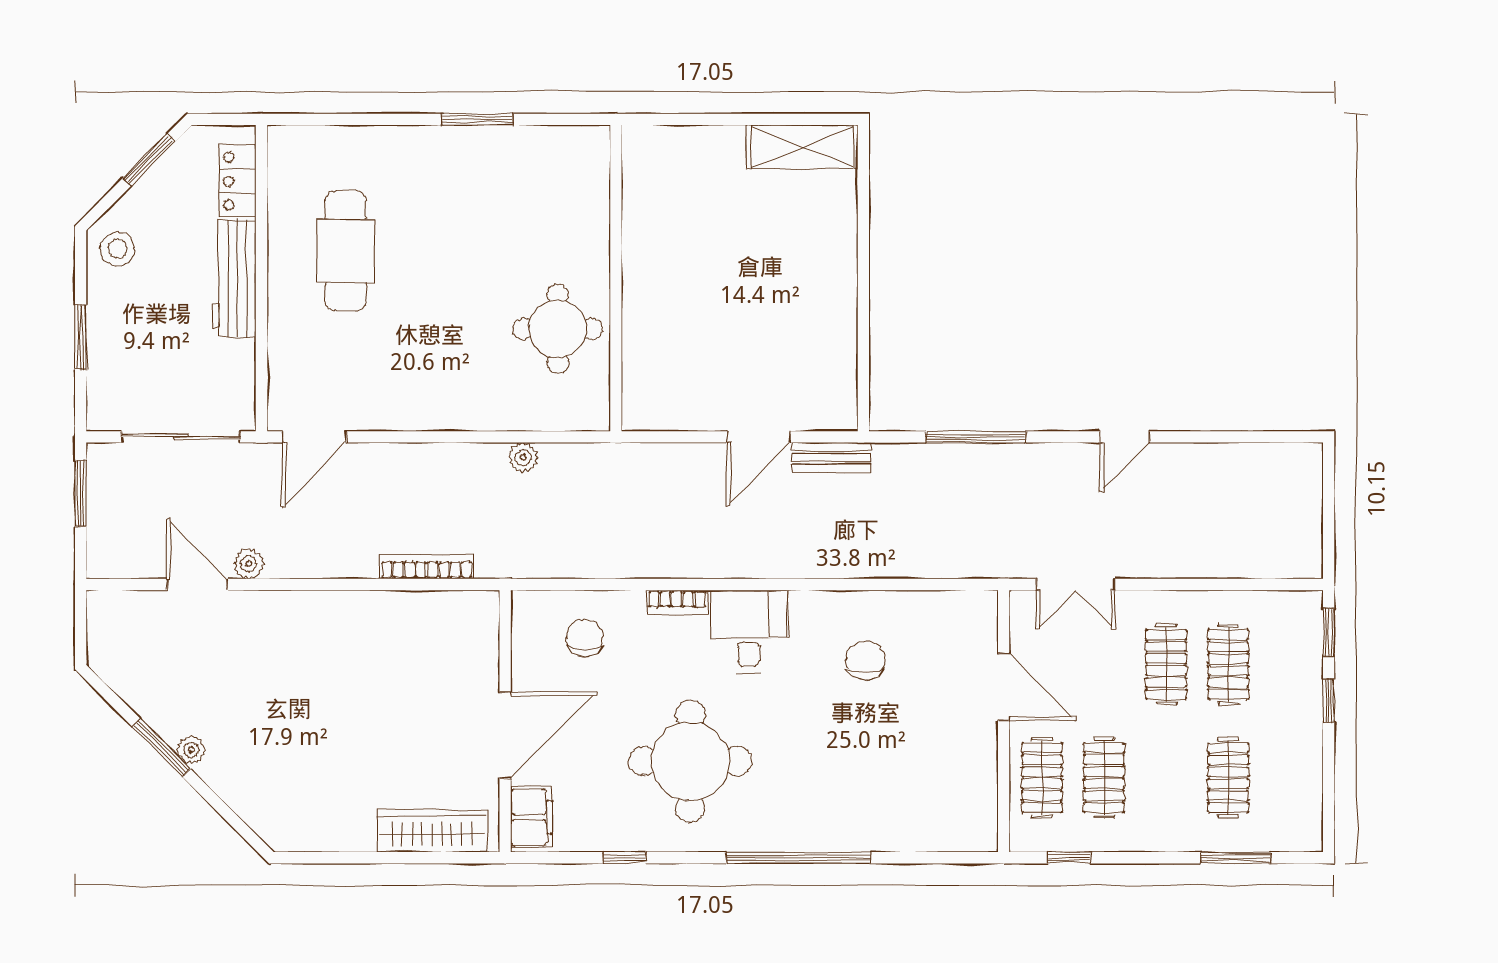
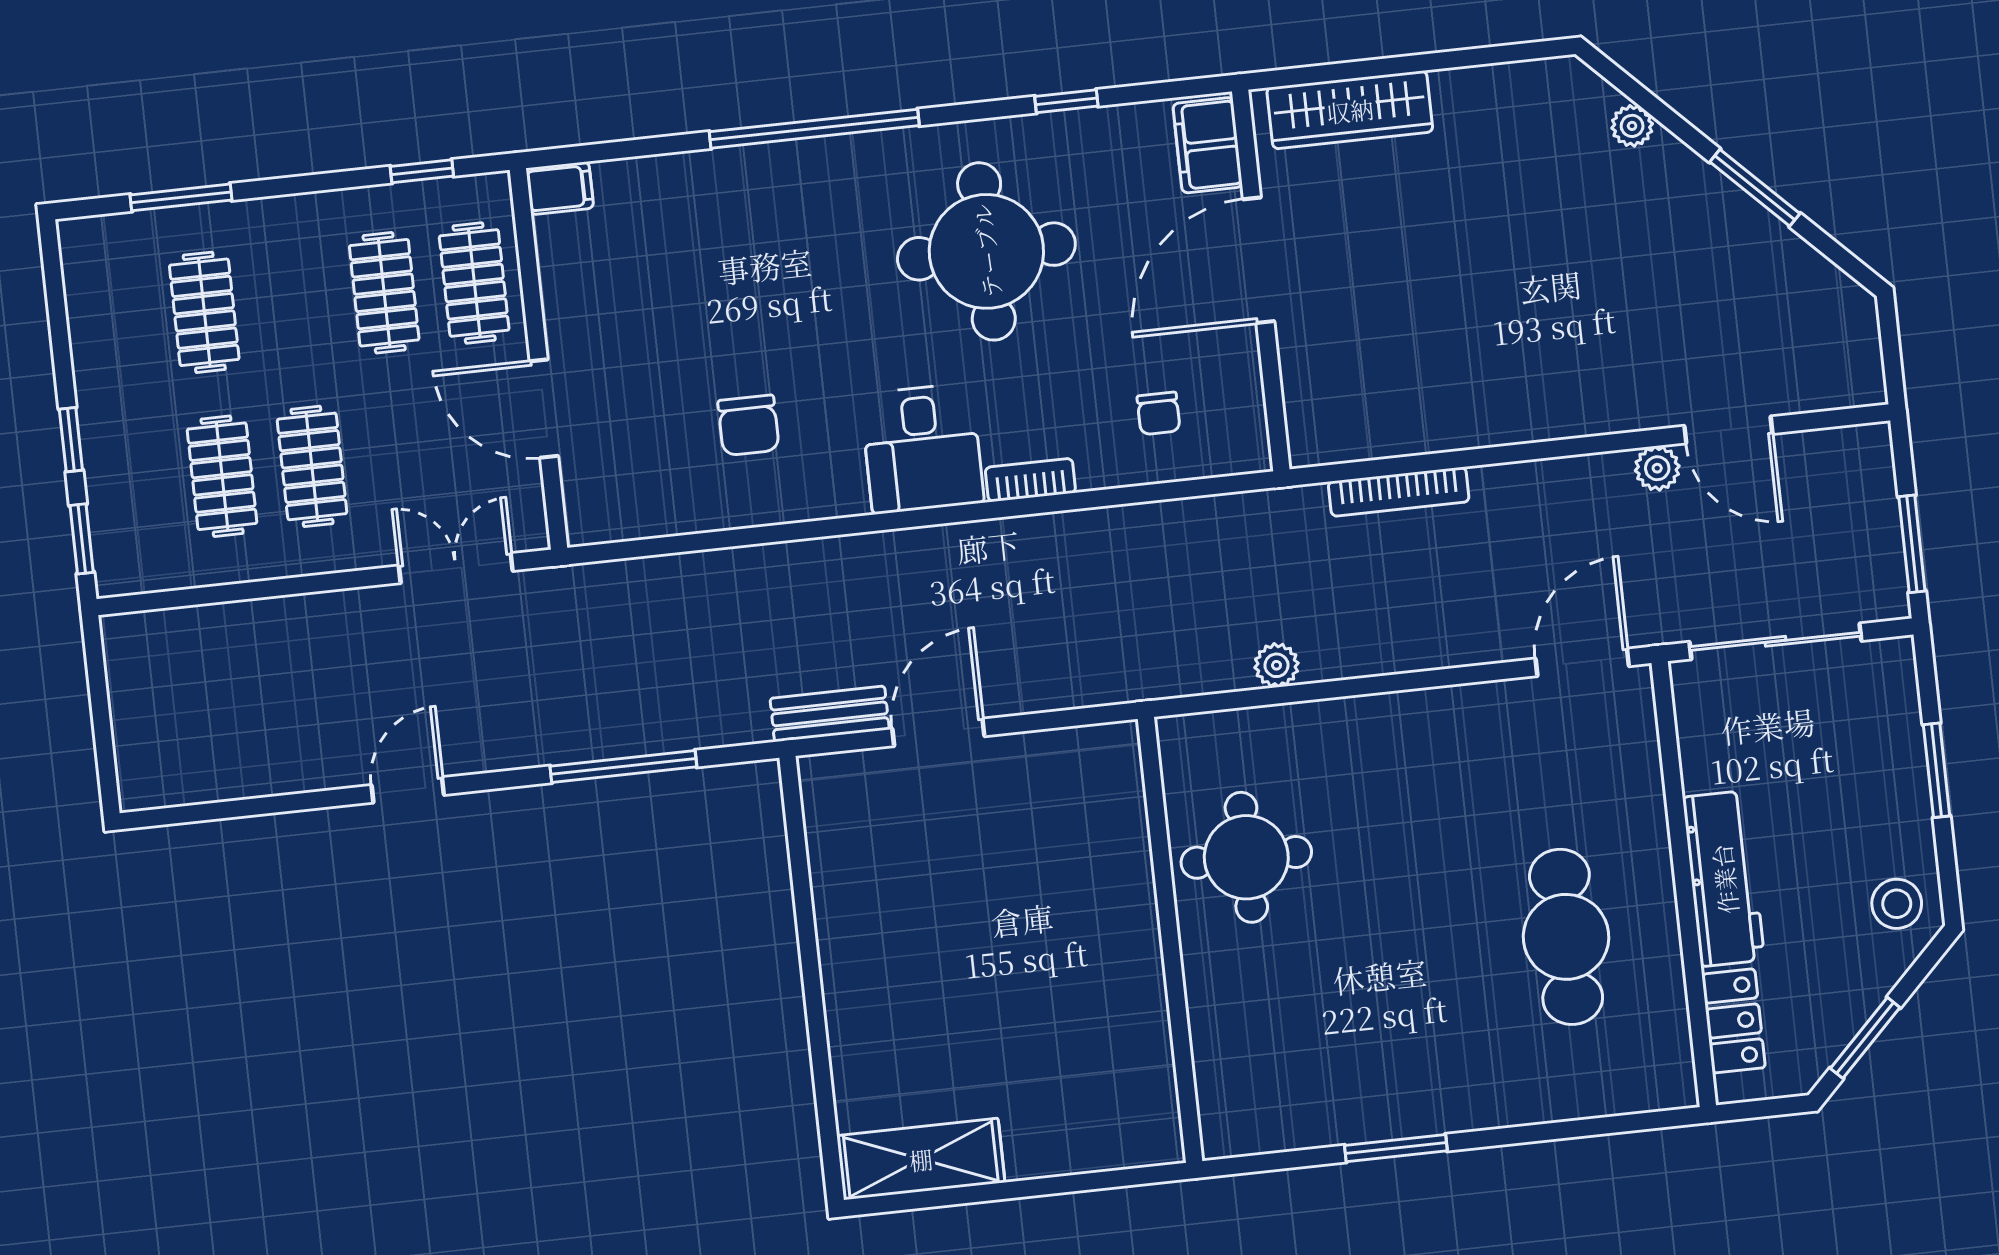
chair: (585, 638) -> (1158, 413), width x0.73, depth x0.73
plant: (191, 750) -> (1632, 126), moved
filing cabinet: (976, 836) -> (560, 188), added

